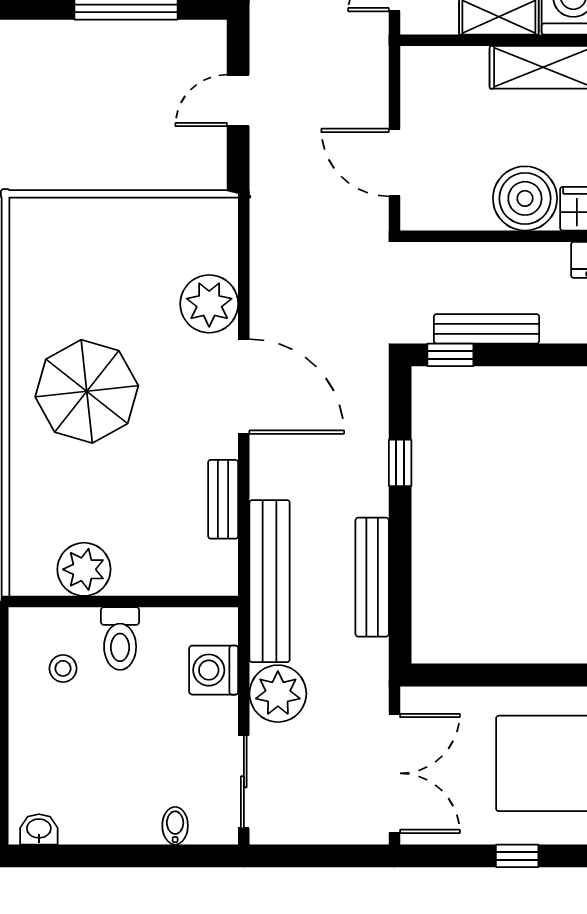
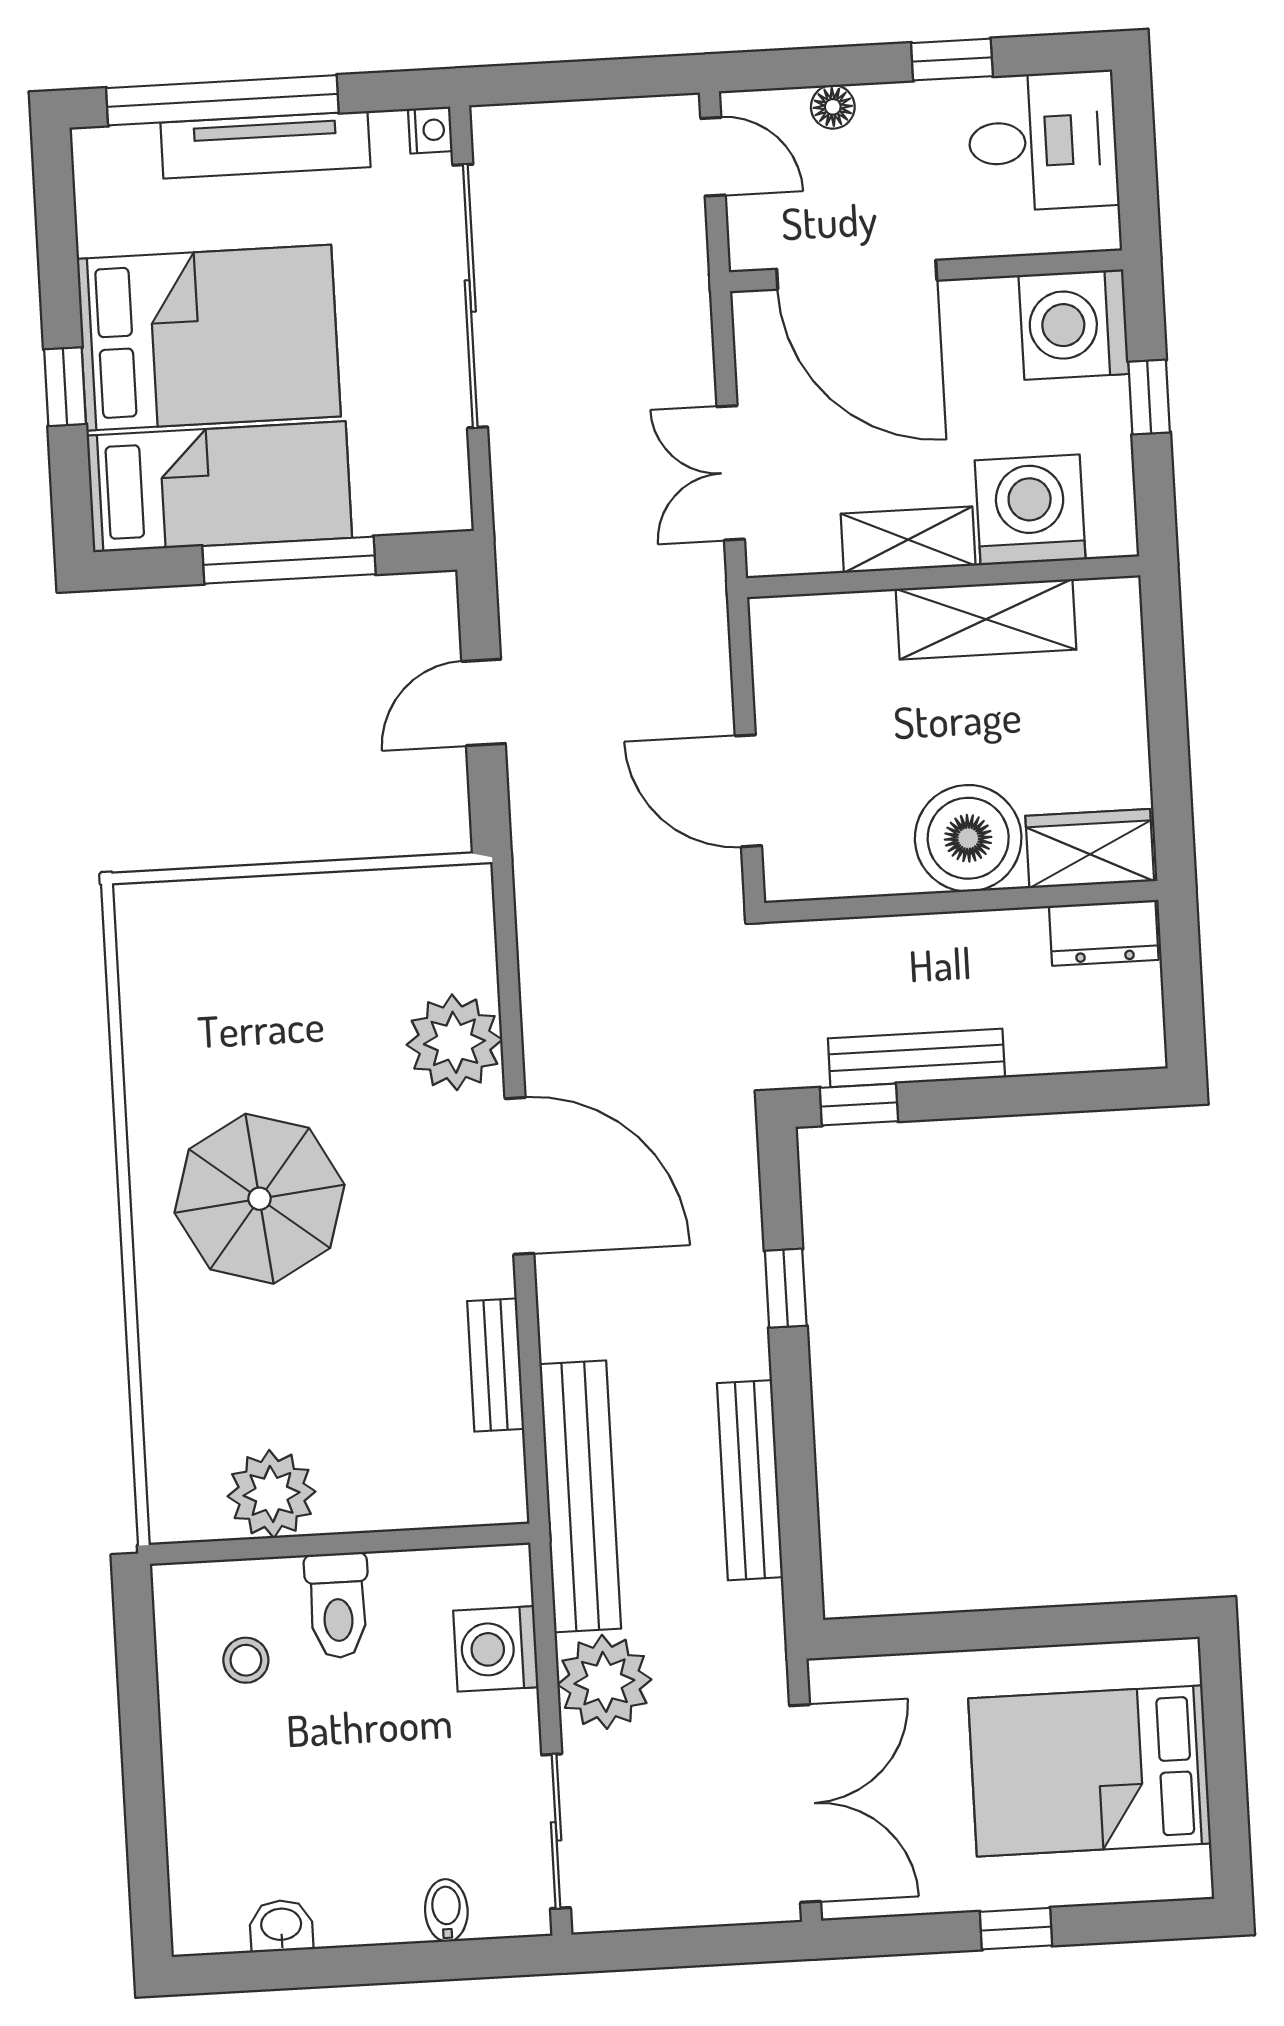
washbasin: (39, 829) -> (281, 1926), moved

